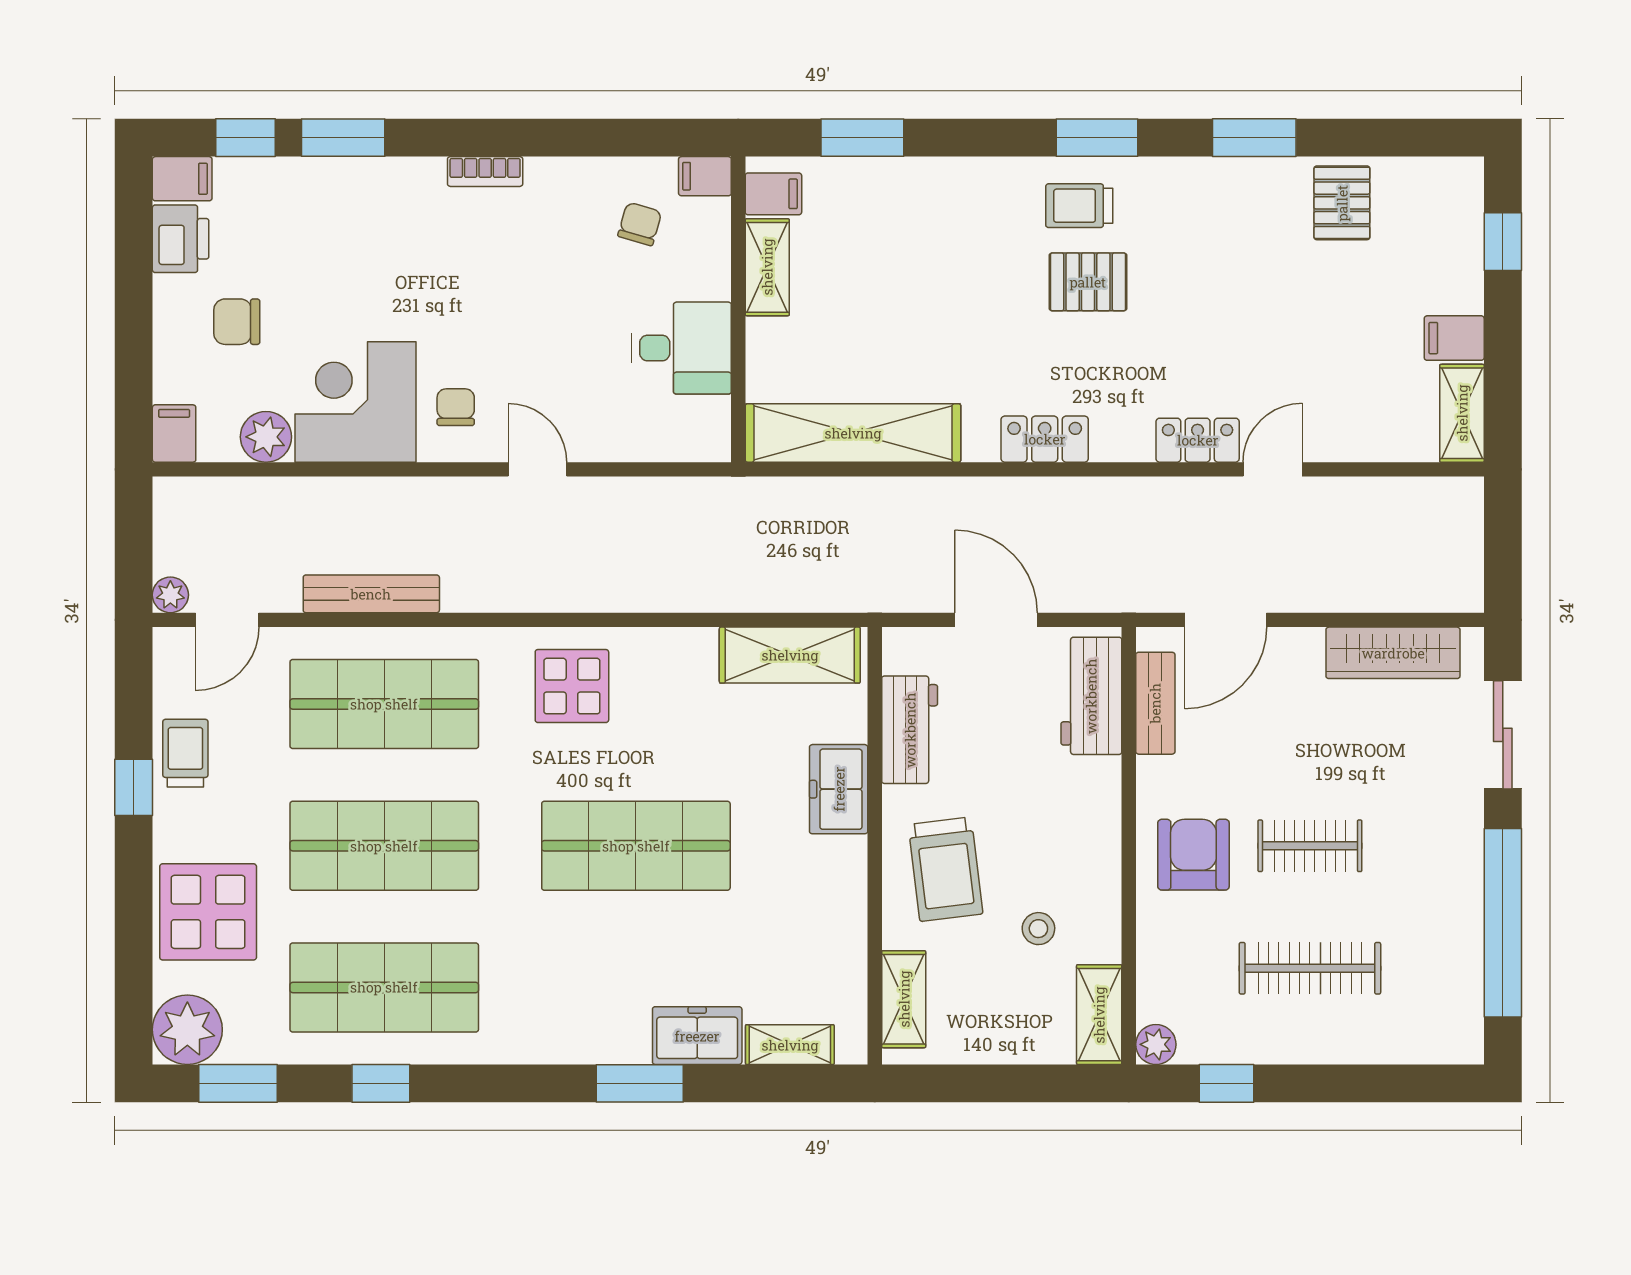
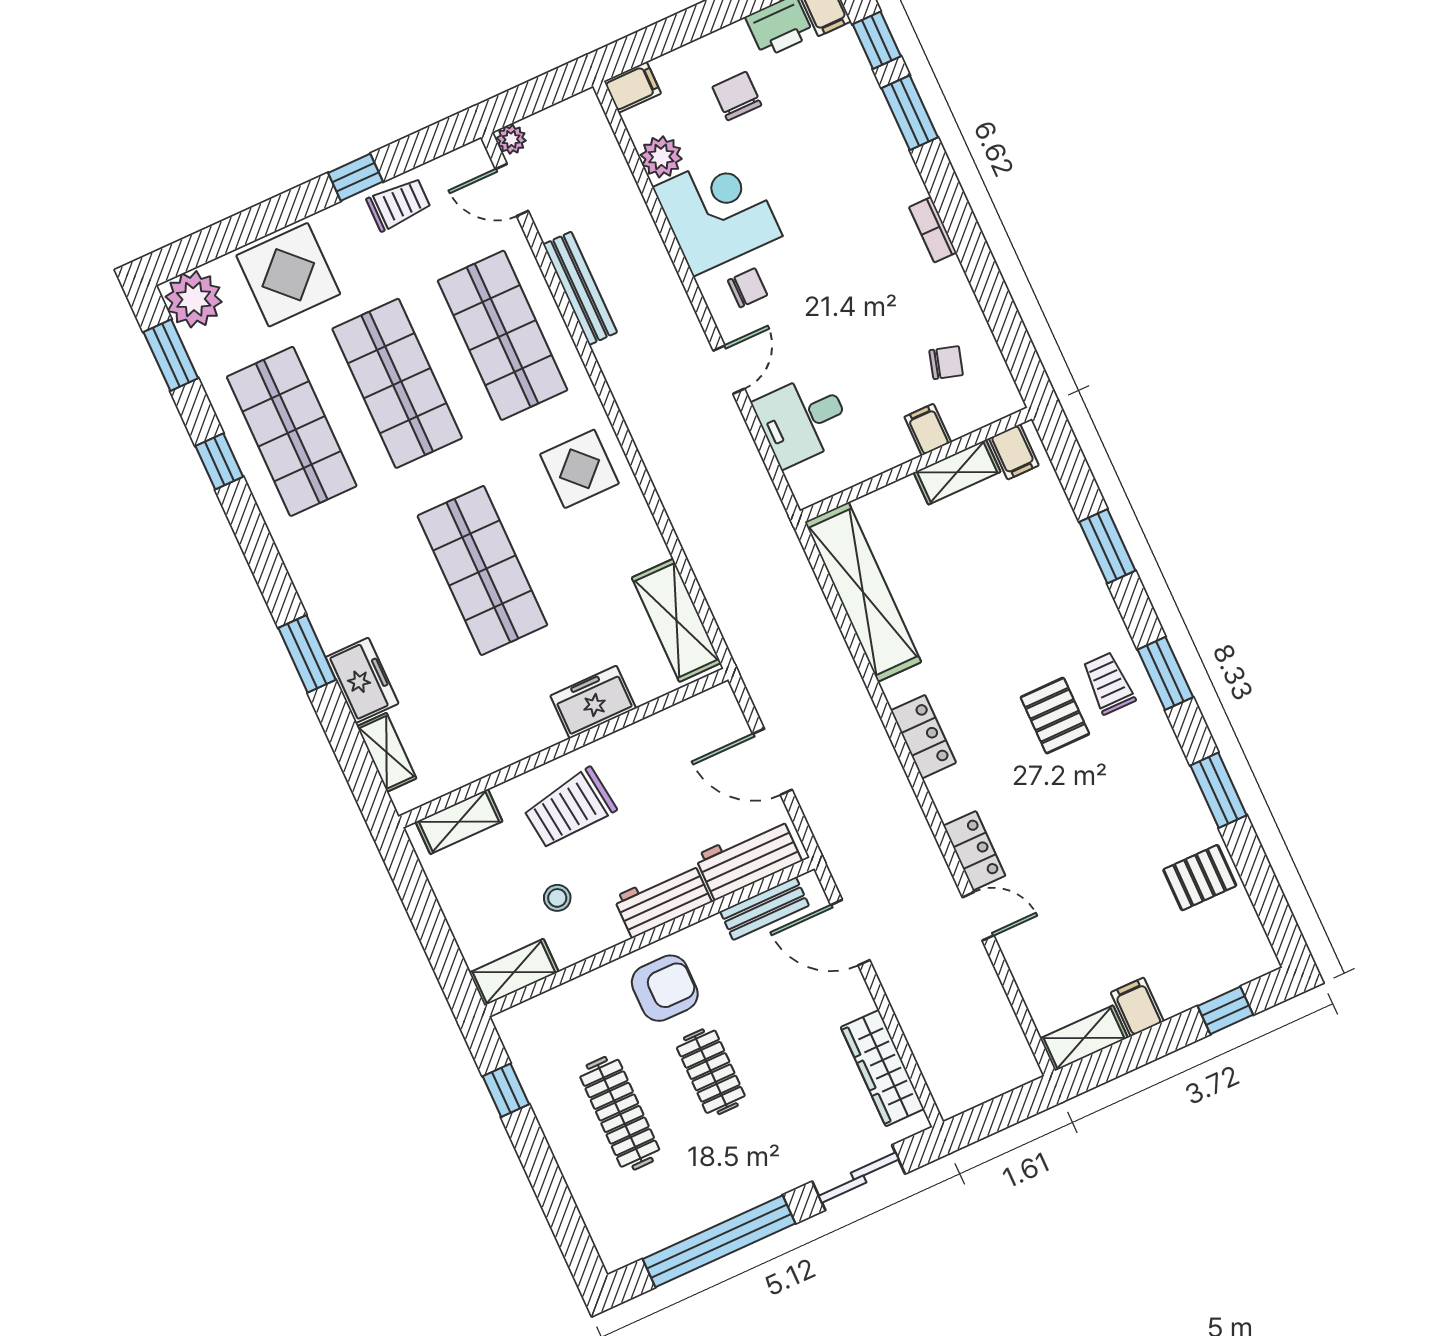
window: (862, 138) -> (1107, 546), moved
filing cabinet: (705, 176) -> (928, 430), moved
desk: (682, 348) -> (803, 420), moved, turned 90
door: (996, 620) -> (772, 762), swing flipped
workbench: (910, 730) -> (663, 900), moved, turned 180
plant: (1156, 1044) -> (511, 1025), removed

